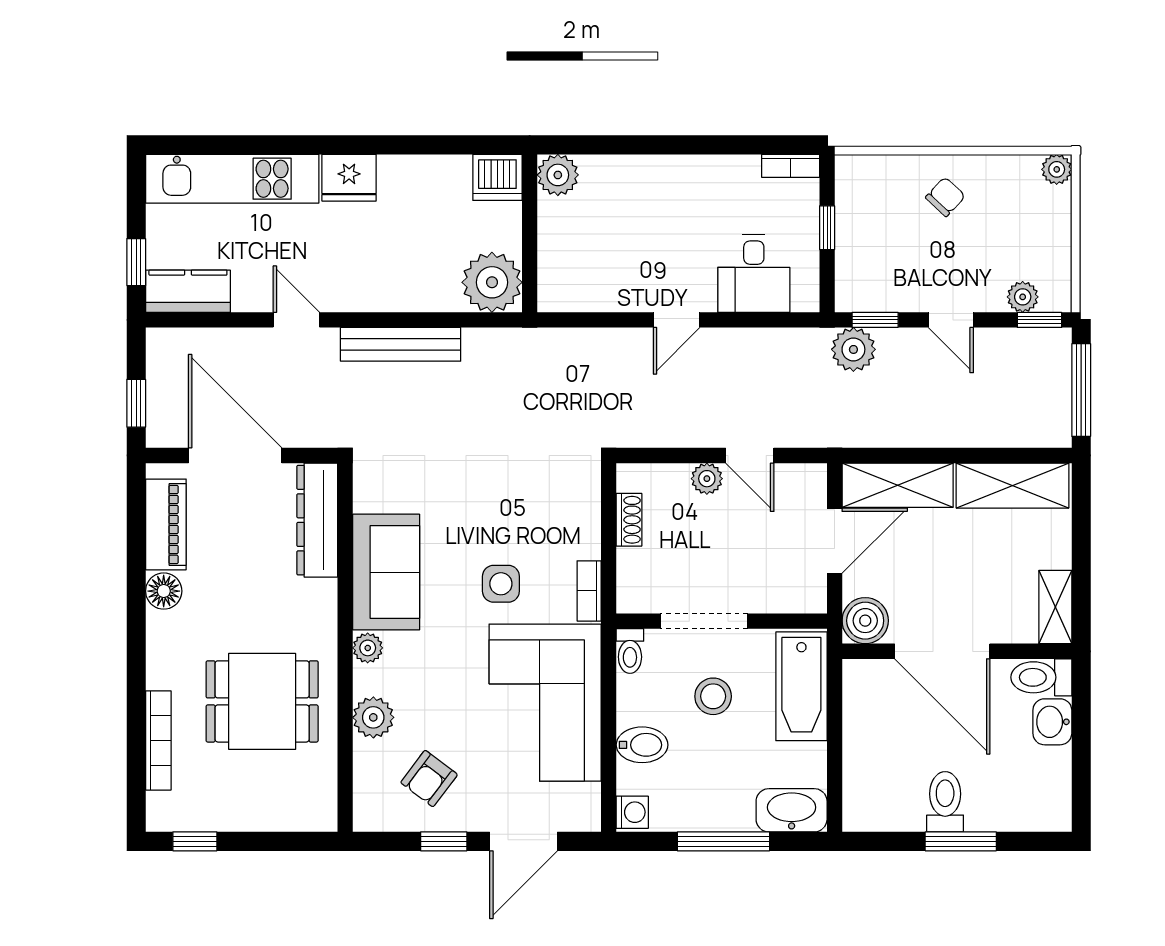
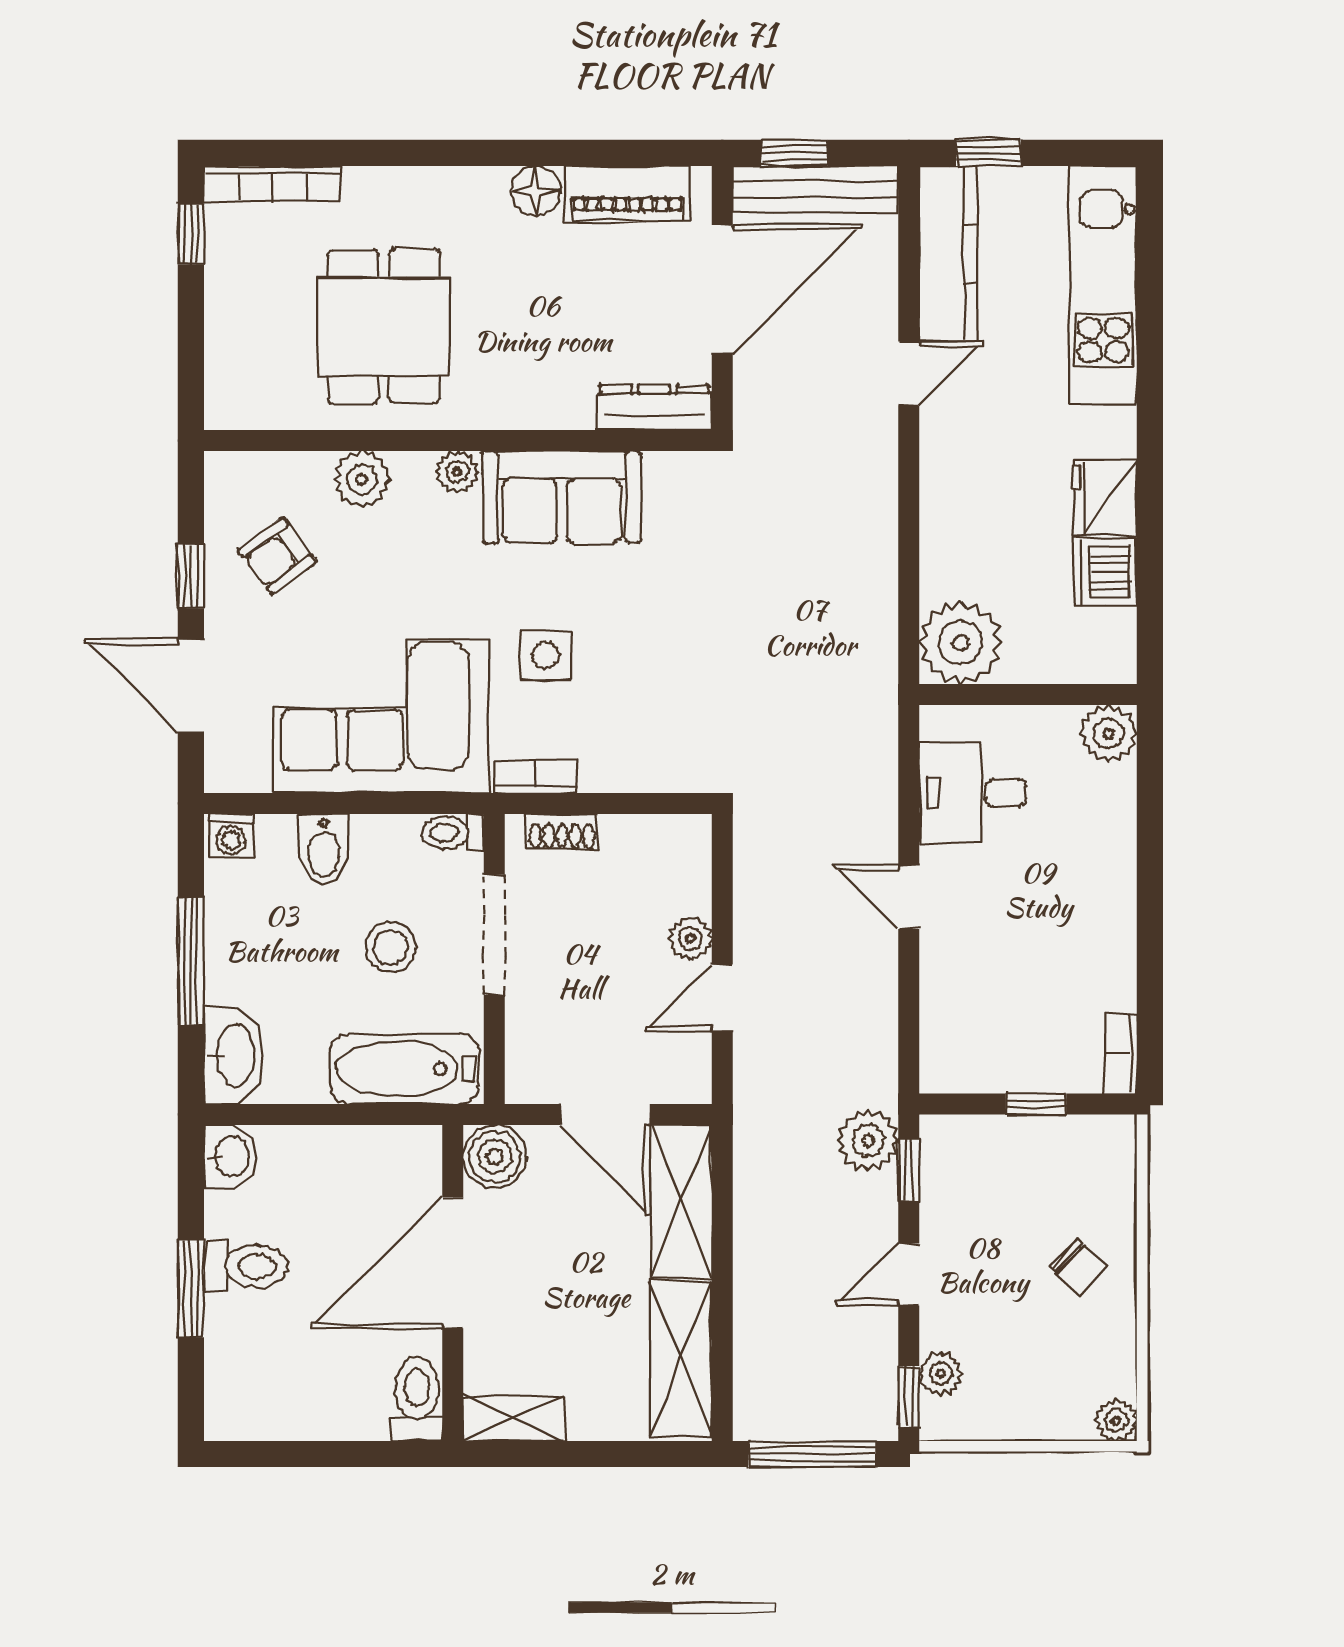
dishwasher: (497, 177) -> (1105, 572), moved
fridge: (349, 178) -> (1105, 497), moved
desk: (754, 274) -> (973, 793), moved
kitchen counter: (188, 291) -> (948, 253), width x1.50
bench: (401, 344) -> (815, 189), moved, turned 90
dresser: (317, 520) -> (654, 408), width x0.73, depth x0.80
shoe rack: (629, 520) -> (562, 831), moved
washbasin: (1052, 722) -> (231, 1156), moved, turned 90
bookcase: (158, 740) -> (272, 183), moved
armchair: (429, 779) -> (277, 556), turned -74

